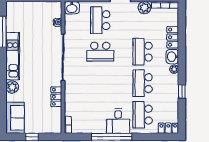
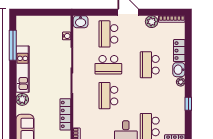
school desk: (143, 83) -> (108, 96), moved
locker: (56, 97) -> (65, 114), width x1.53

